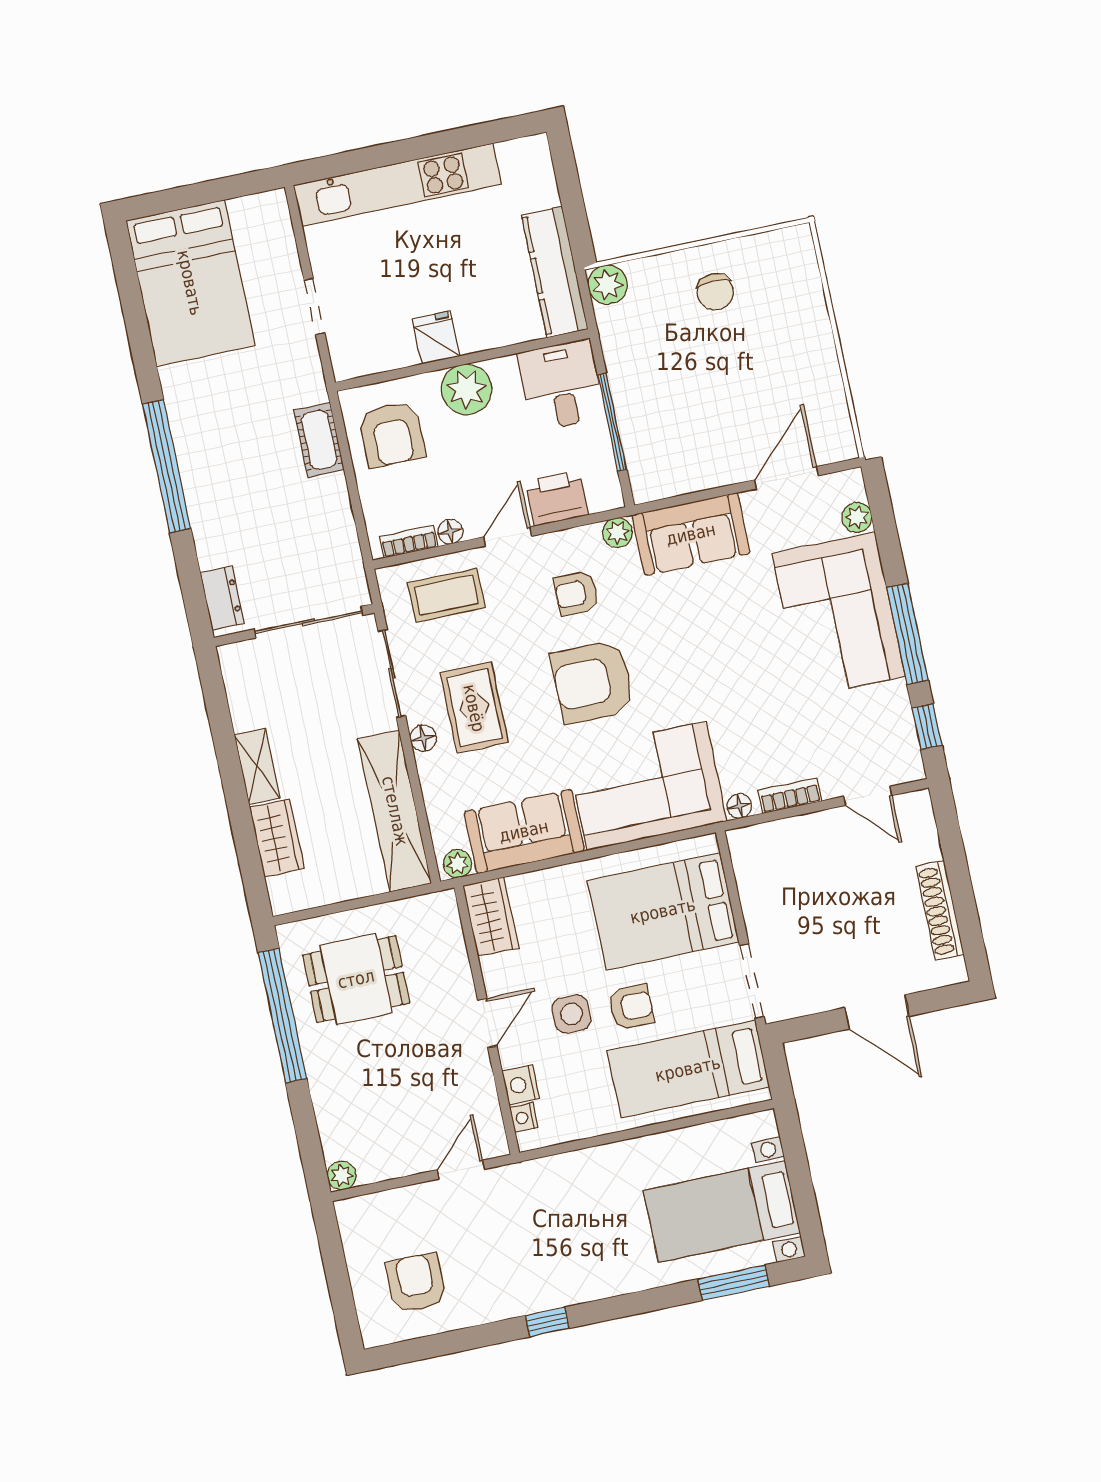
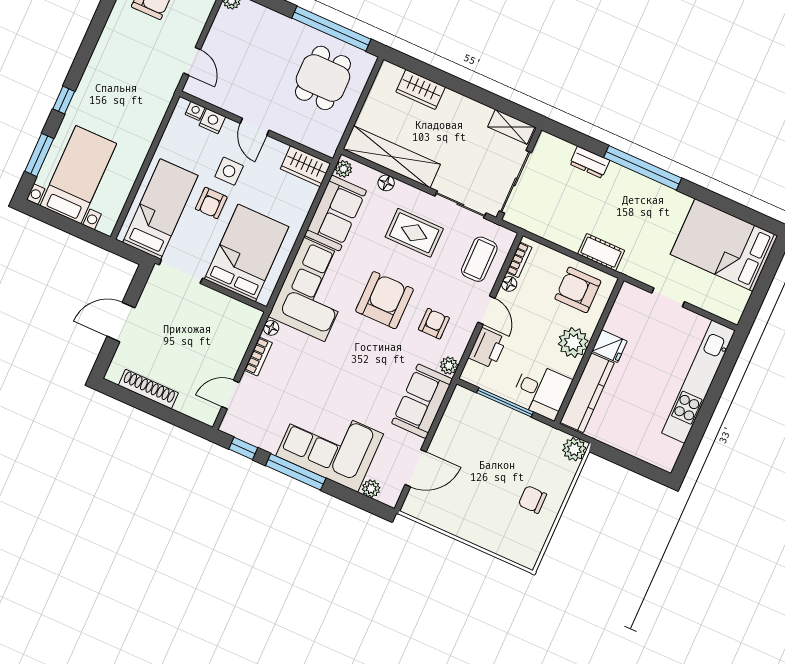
kitchen counter: (555, 272) -> (587, 393), moved, turned 90
door: (786, 478) -> (416, 468), hinge flipped
dresser: (222, 598) -> (590, 162), moved
floor lamp: (423, 738) -> (386, 183), moved
shelving: (257, 766) -> (511, 127), moved
window: (547, 1322) -> (64, 100), moved

